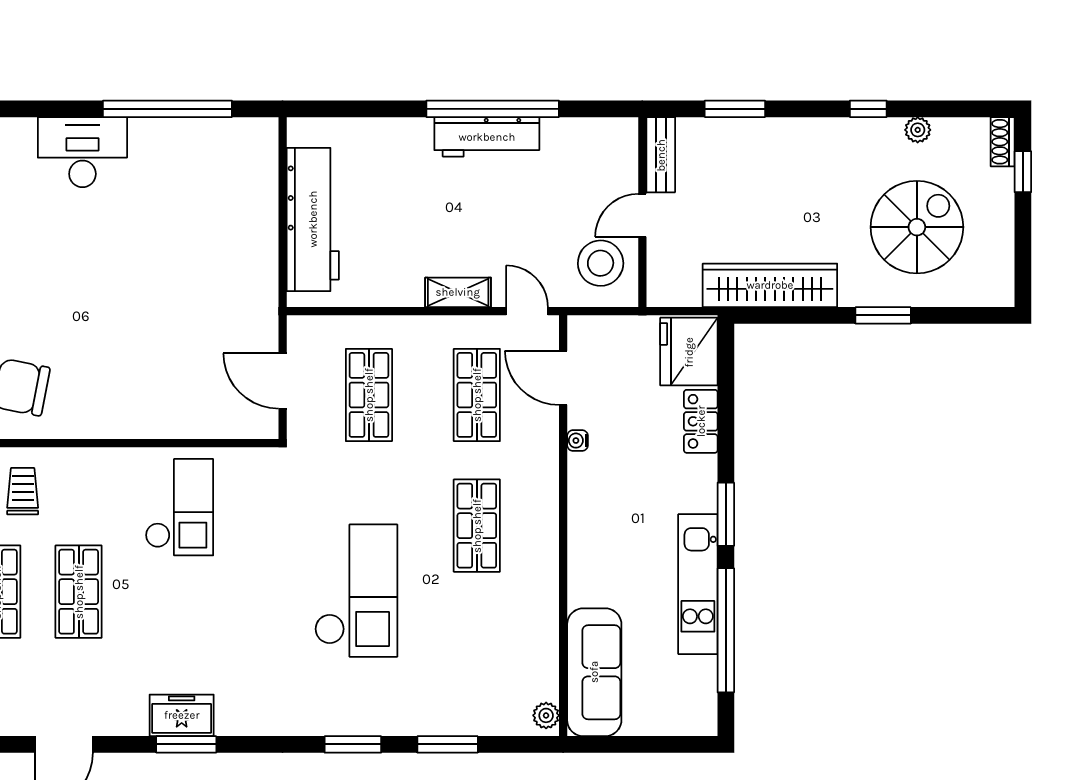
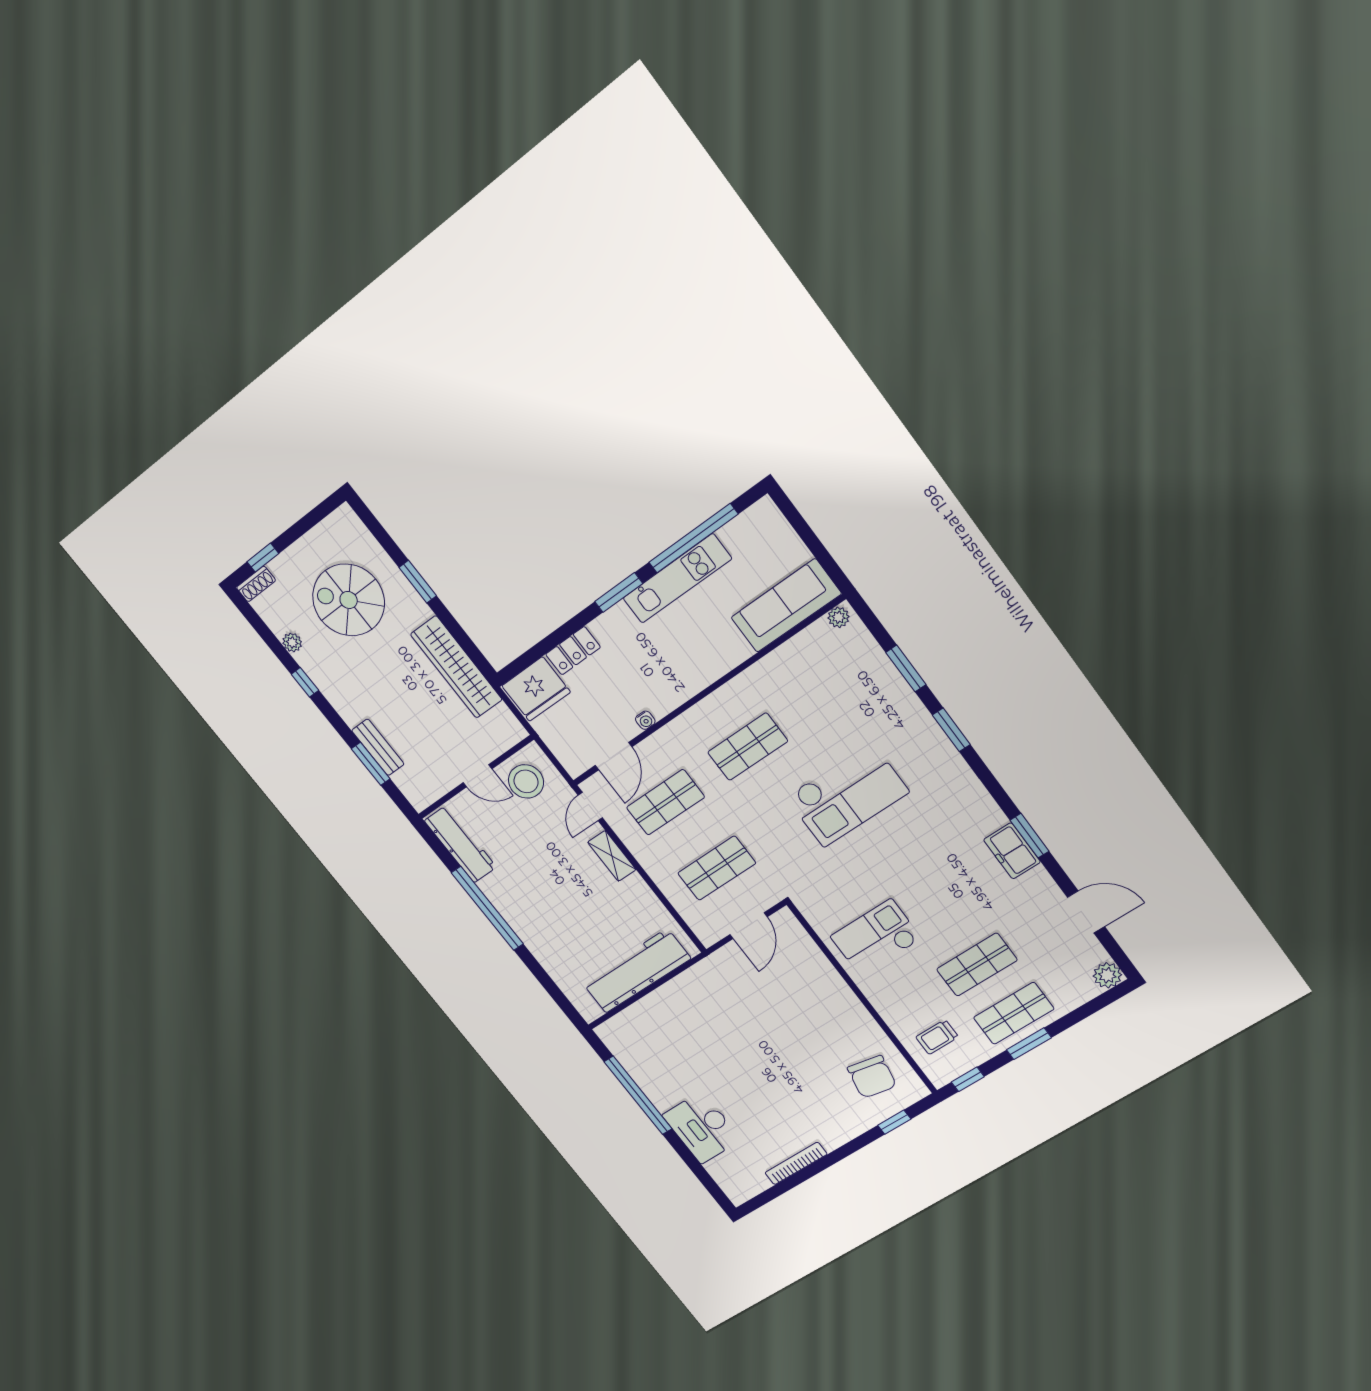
workbench: (487, 137) -> (460, 844), moved
bench: (661, 155) -> (378, 747), moved, turned 90
checkout: (356, 591) -> (847, 795), turned 180

